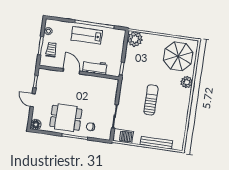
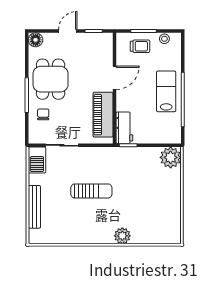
parasol: (178, 56) -> (156, 219), removed
workbench: (95, 67) -> (124, 128), moved
piano: (97, 83) -> (103, 115), added

